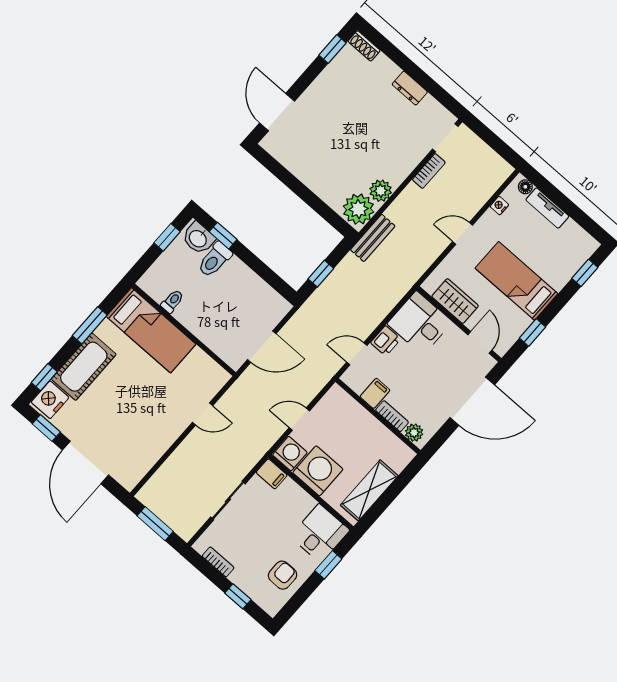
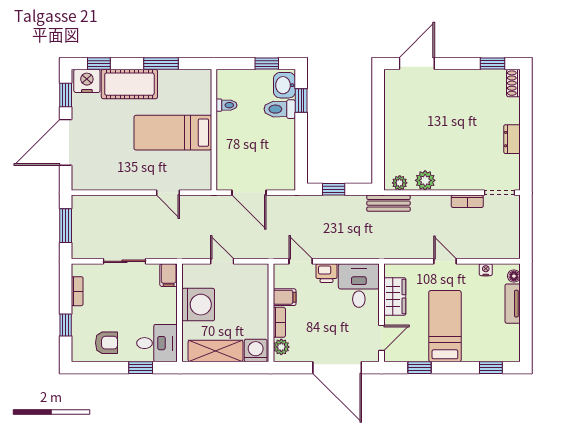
plant: (358, 209) -> (400, 183), width x0.53, depth x0.53
bed: (151, 330) -> (173, 133), moved, turned 90
washing machine: (290, 454) -> (256, 350), moved, turned -90

